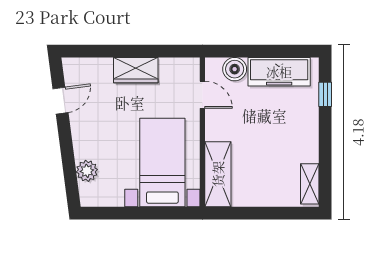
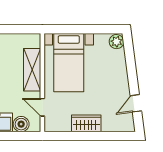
plant: (87, 171) -> (116, 42), moved
shelving: (218, 174) -> (32, 70), moved

